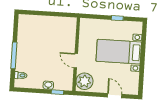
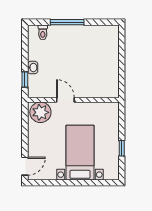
door: (76, 61) -> (65, 100), hinge flipped
door: (115, 96) -> (25, 166), moved

